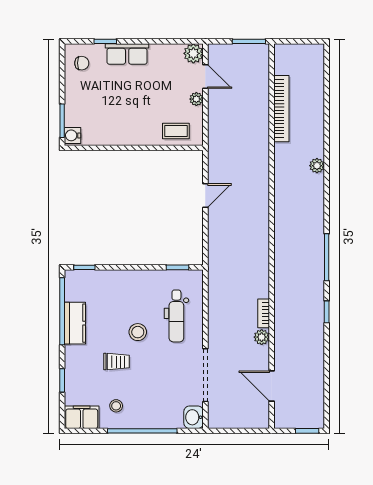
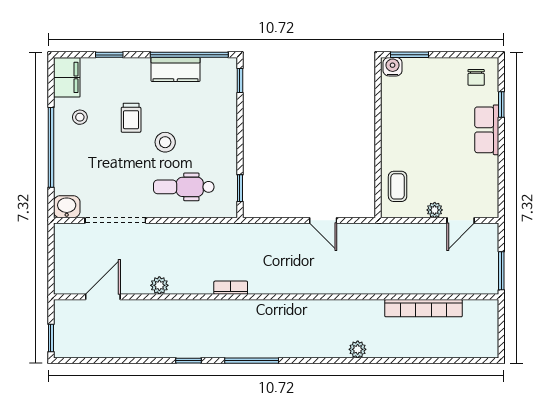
plant: (193, 53) -> (487, 206), removed
bookcase: (264, 313) -> (231, 288), moved

